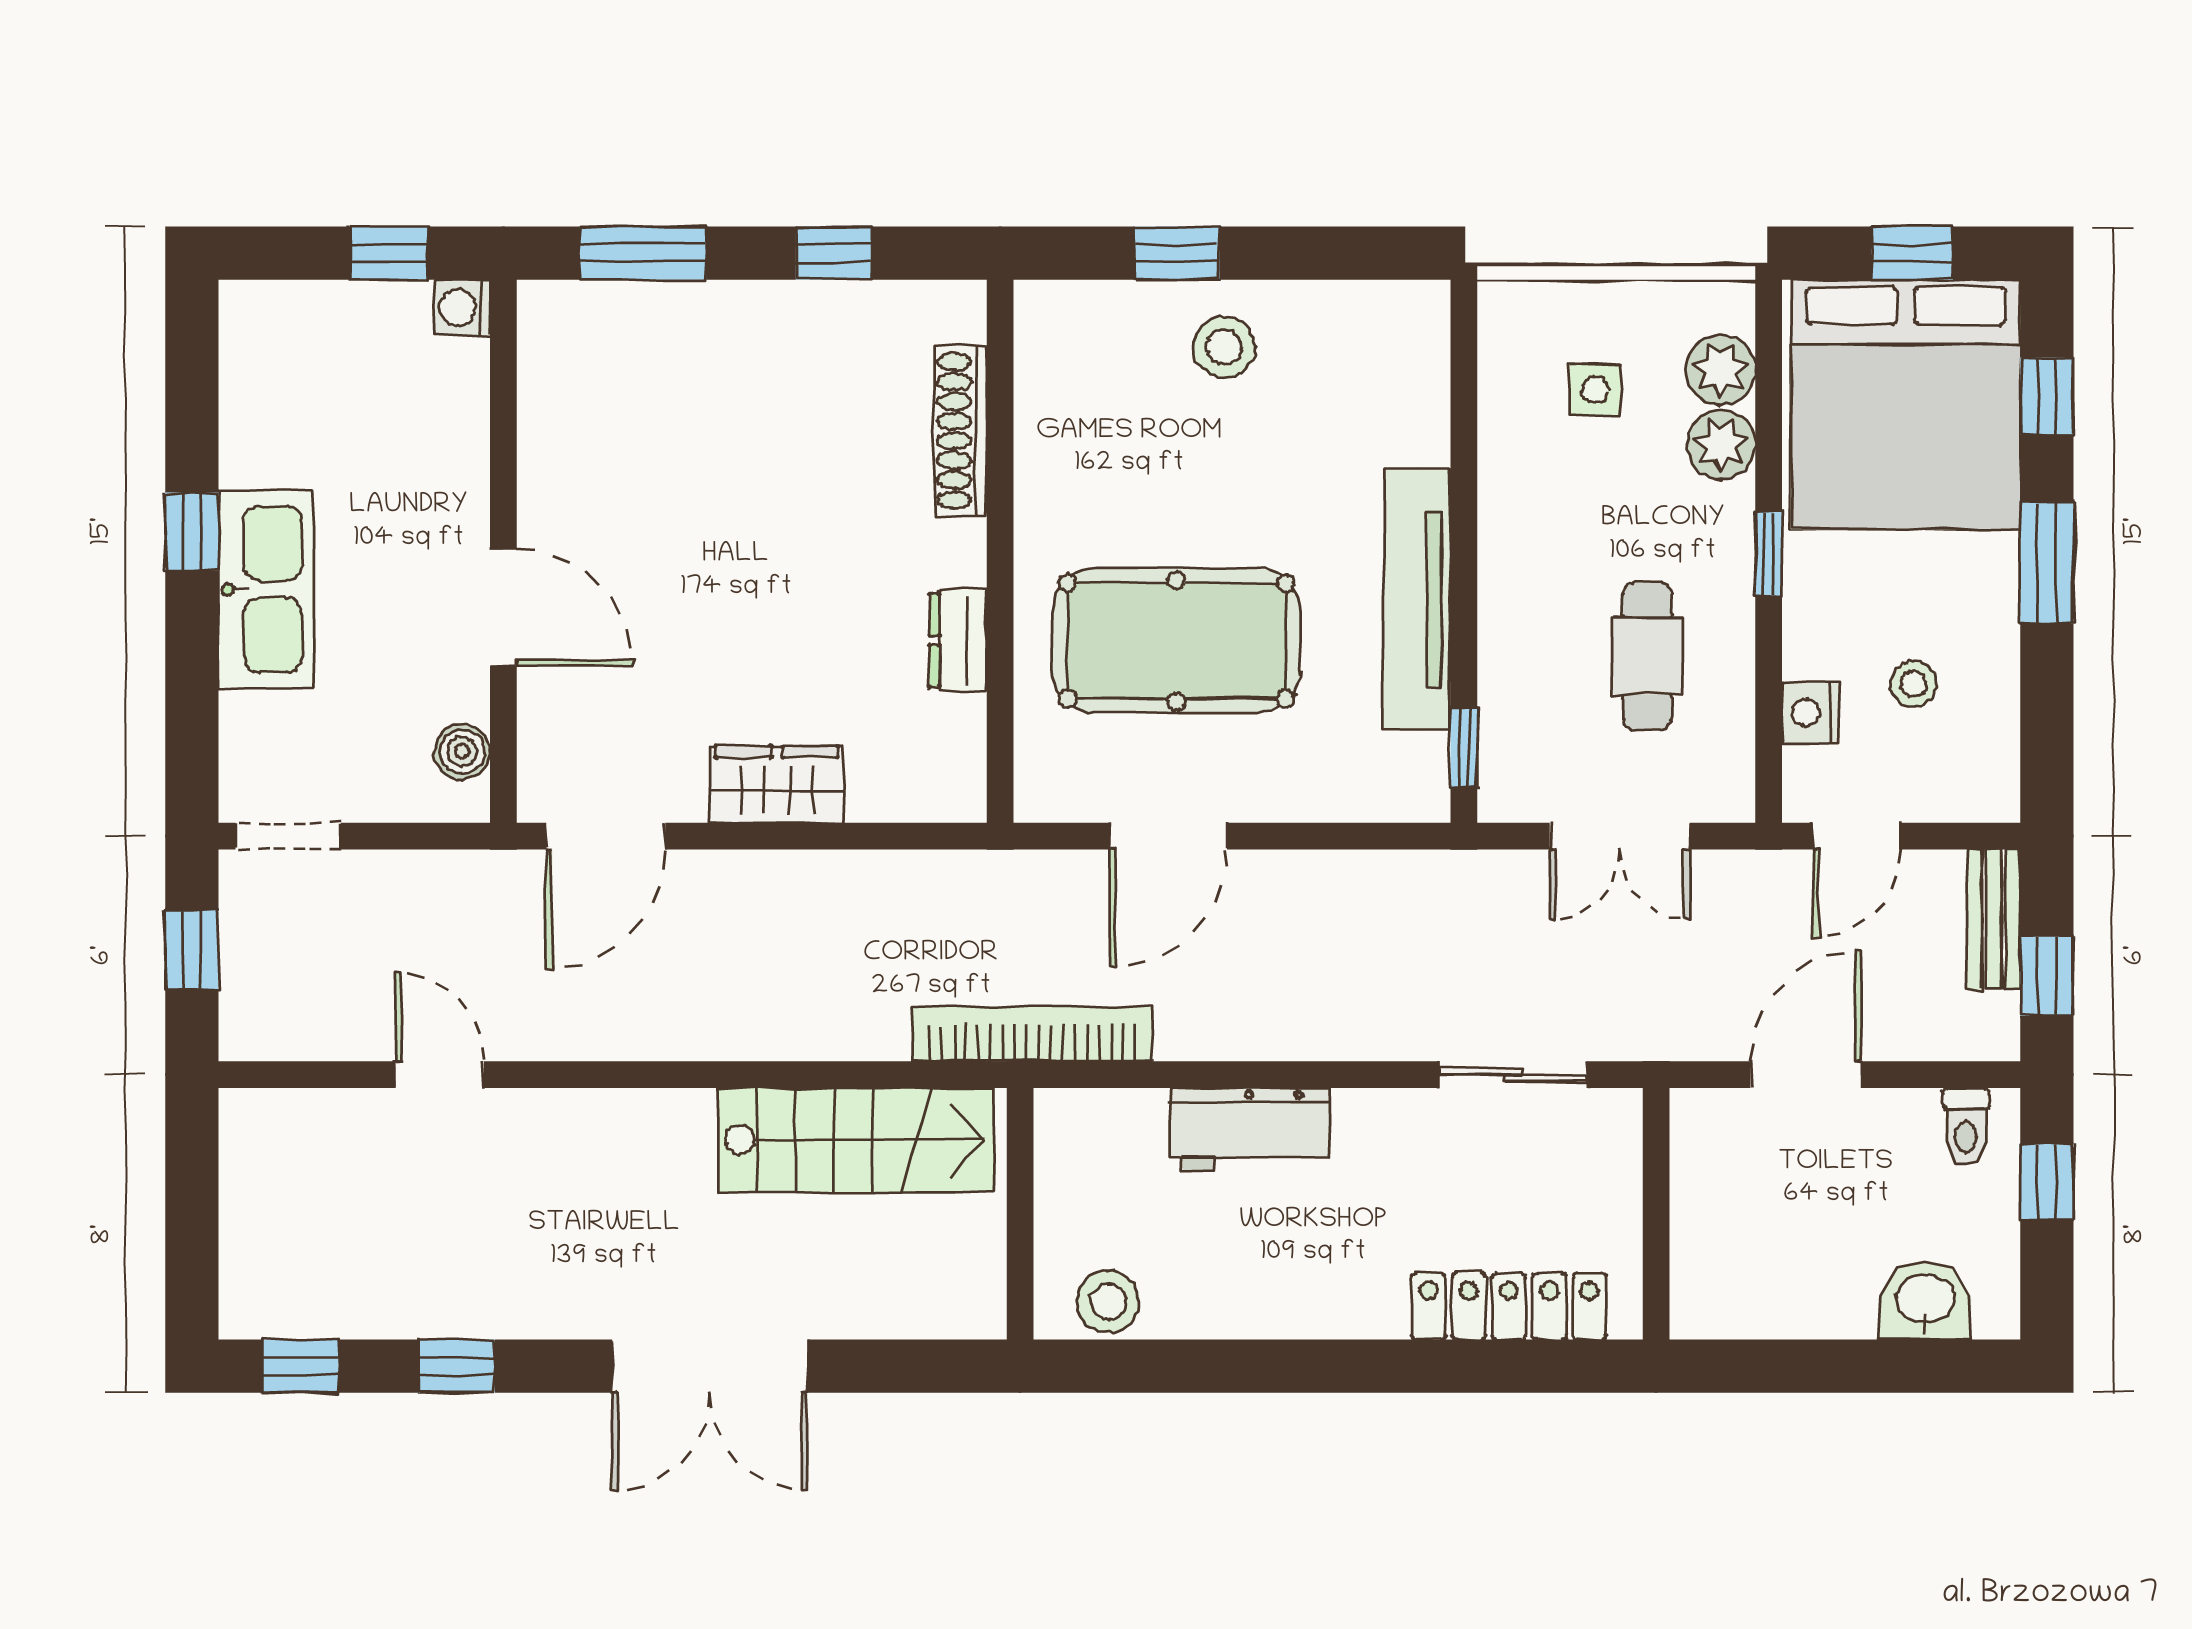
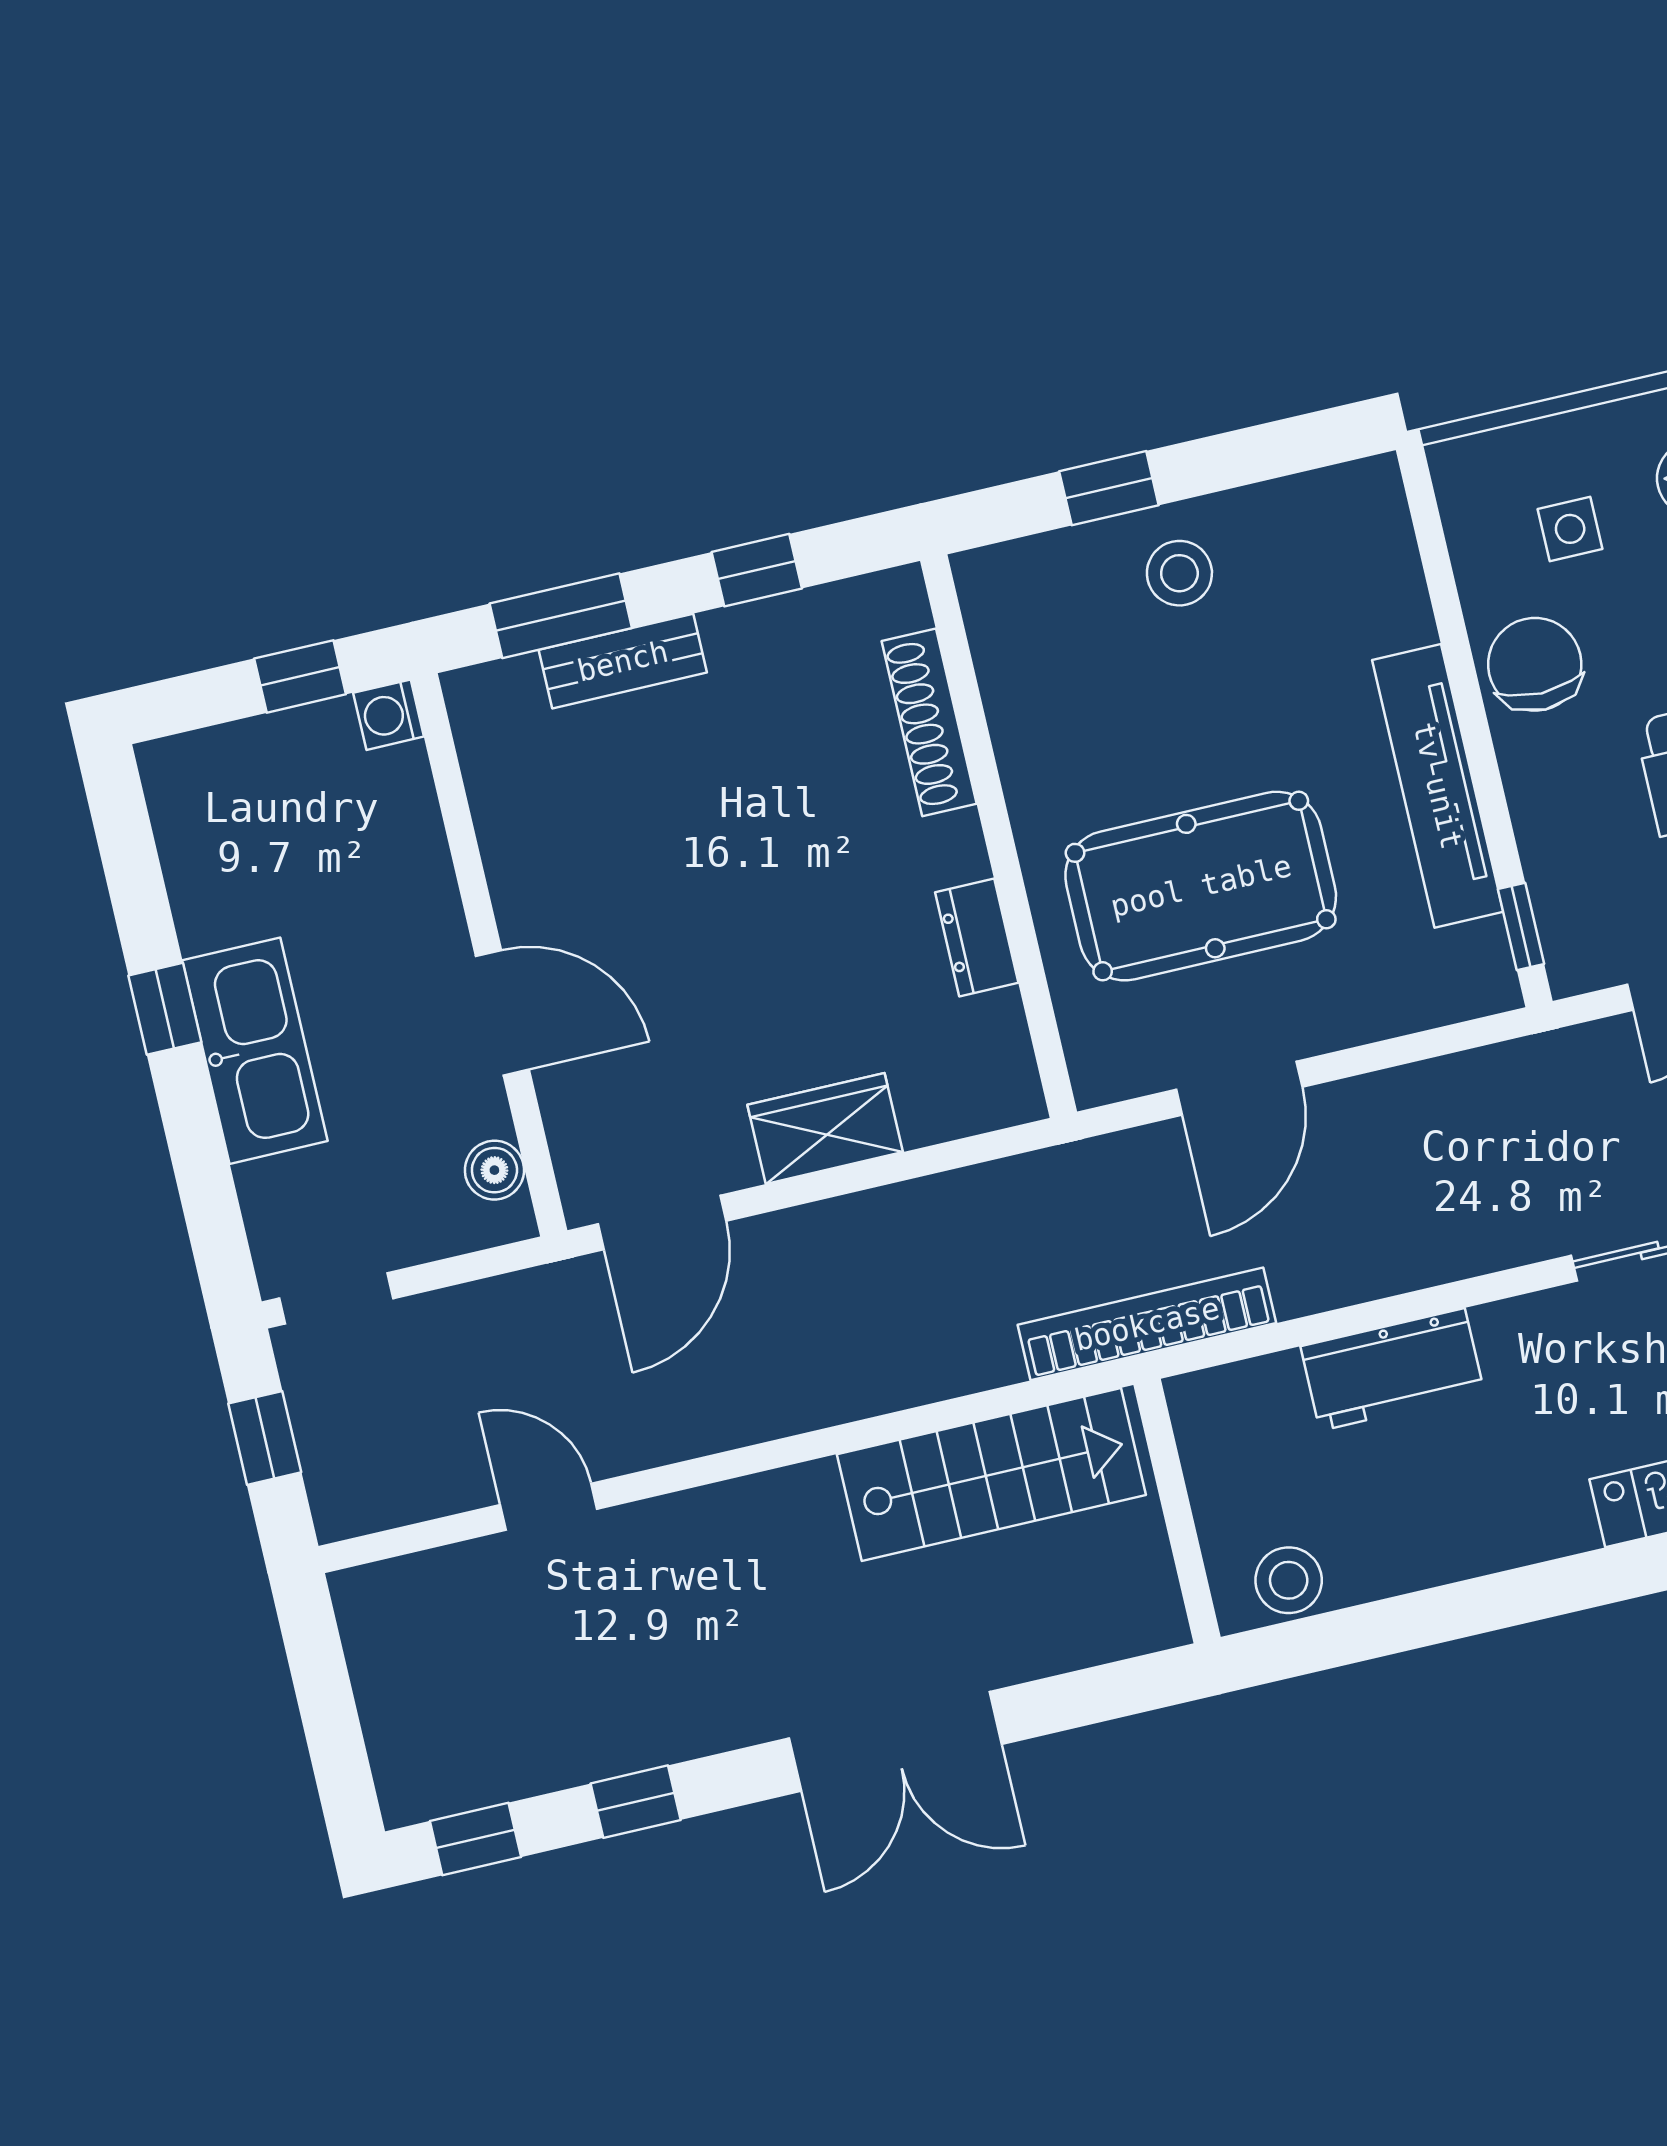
bench: (690, 308) -> (623, 661), added
chair: (1533, 508) -> (1535, 664), added

